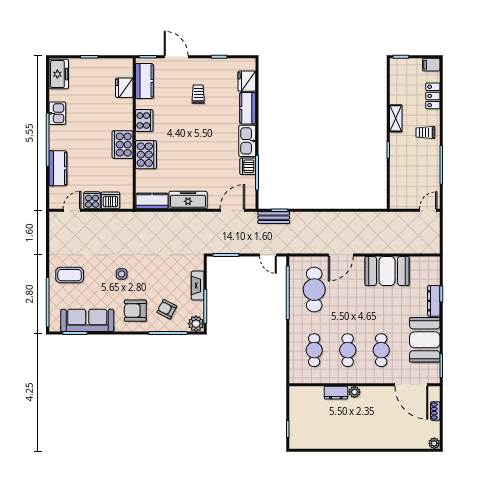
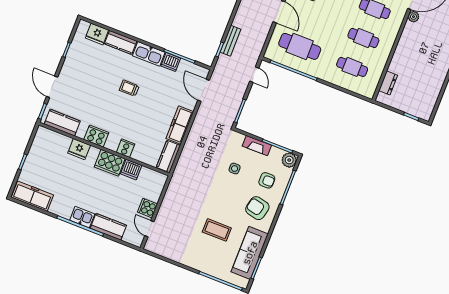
door: (176, 57) -> (52, 87), hinge flipped
freezer: (59, 74) -> (32, 196), width x1.40
fridge: (124, 88) -> (79, 149), moved
trolley: (198, 94) -> (129, 88), moved
kitchen sink: (57, 113) -> (82, 217), moved
cooker: (146, 155) -> (126, 148), width x0.53, depth x0.76
dishwasher: (110, 200) -> (131, 170), moved, turned -90
bench: (274, 218) -> (230, 41), moved
door: (268, 255) -> (254, 75), hinge flipped
side table: (122, 274) -> (235, 169), moved
coffee table: (70, 275) -> (217, 230), moved, turned 90
armchair: (167, 309) -> (267, 180), turned -117
armchair: (135, 311) -> (257, 208), turned 103
plant: (354, 392) -> (413, 17), moved
dresser: (336, 393) -> (388, 83), moved

